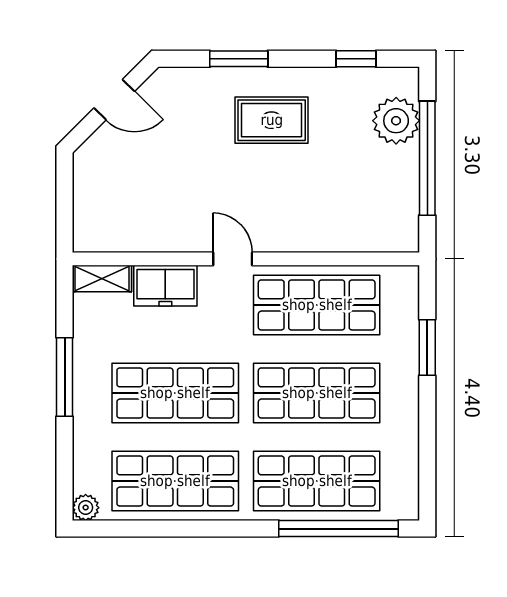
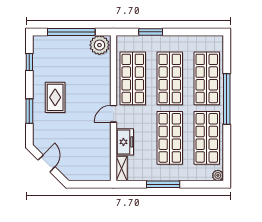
plant: (396, 121) -> (99, 45), moved
window: (339, 529) -> (227, 99), moved

